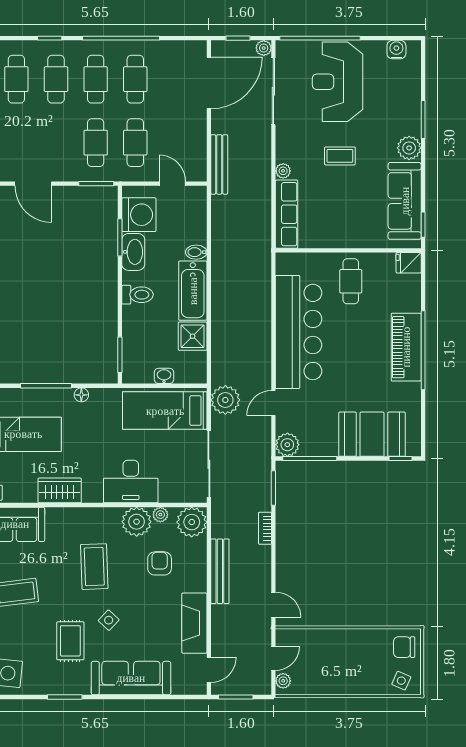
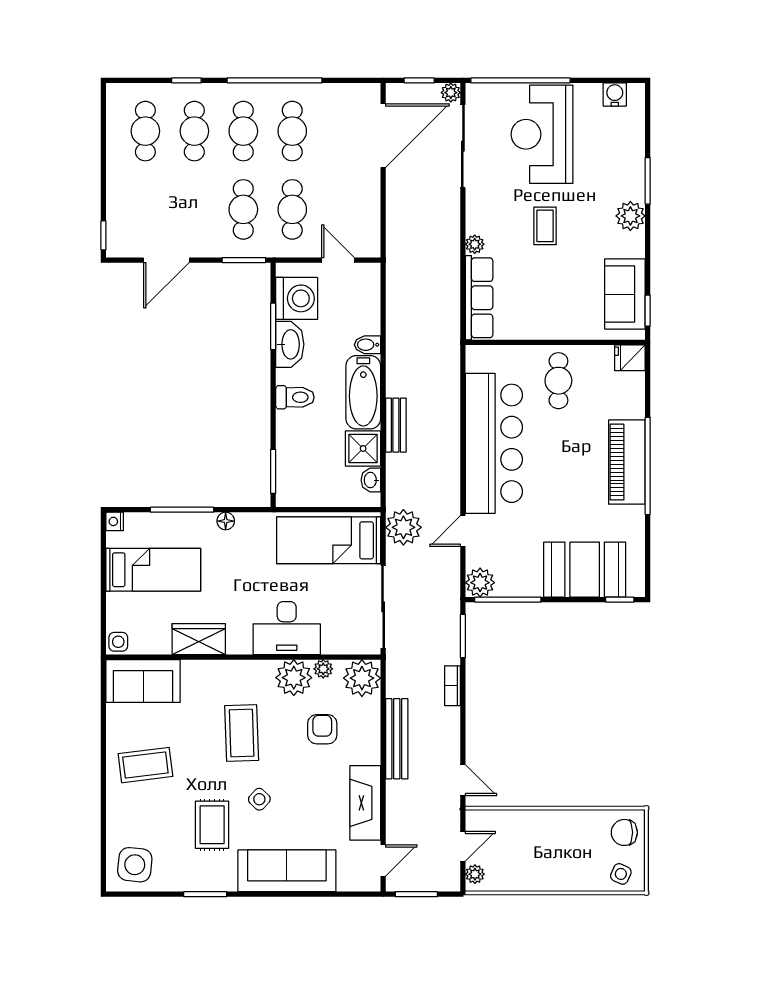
coffee table: (340, 156) -> (545, 226), turned 90
bench: (219, 164) -> (396, 425), moved, width x0.73
door: (33, 184) -> (166, 260), hinge flipped
sofa: (405, 201) -> (625, 294), width x0.73
washbasin: (164, 376) -> (371, 480), moved, turned -90

